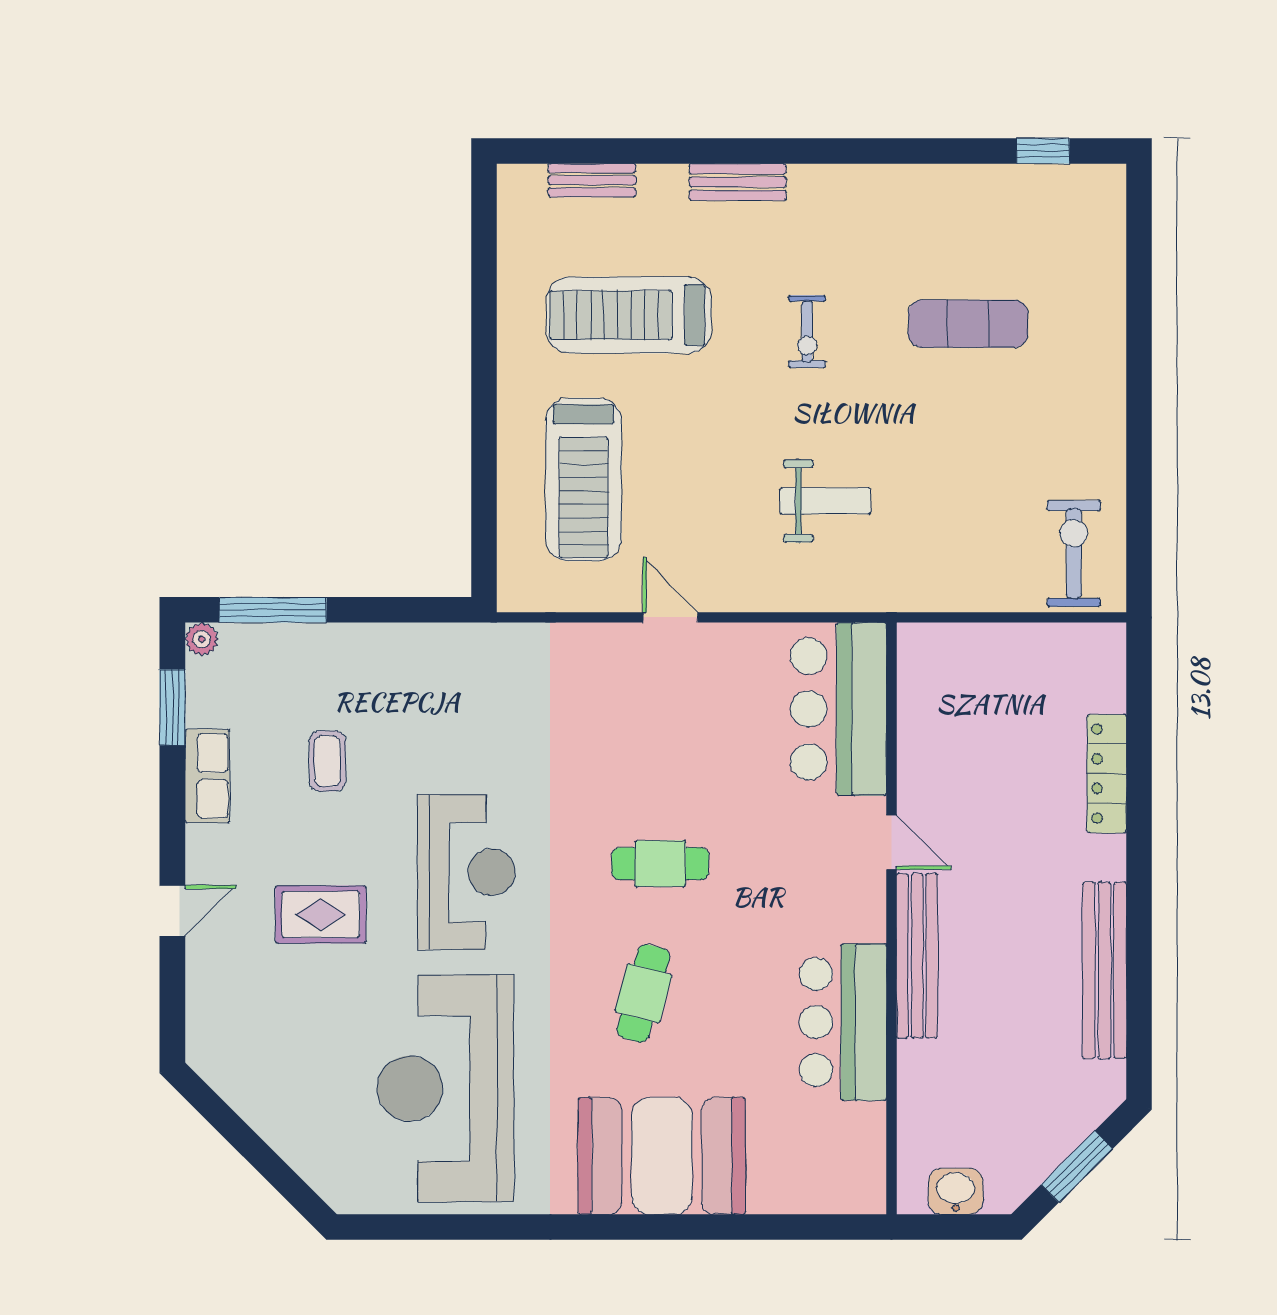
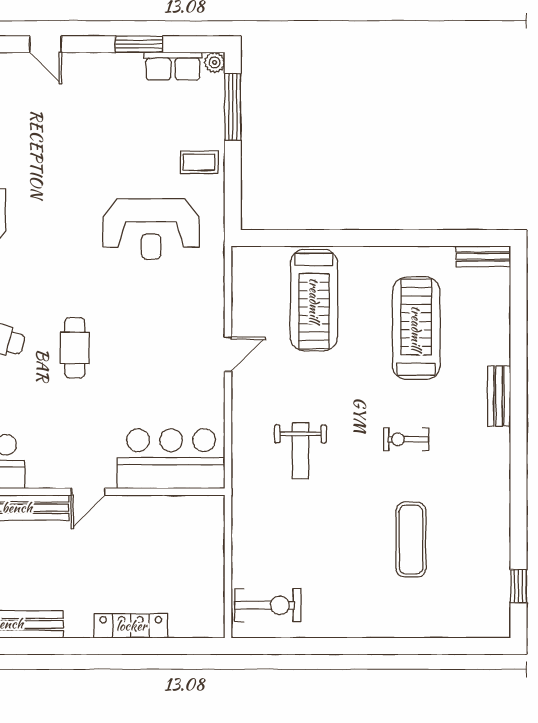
bench: (592, 180) -> (483, 256), moved, turned 90
treadmill: (584, 480) -> (314, 300), turned -90
window: (172, 707) -> (139, 44), moved
coffee table: (327, 761) -> (199, 162), moved
row of seats: (207, 776) -> (173, 66), moved
reception desk: (466, 872) -> (151, 229), moved
rug: (321, 914) -> (43, 136), removed

